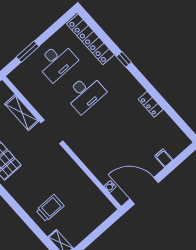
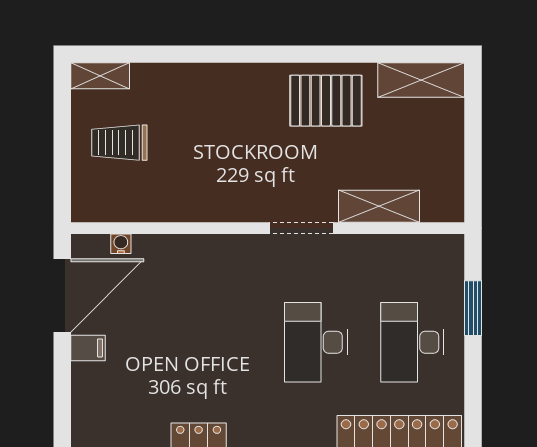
filing cabinet: (164, 158) -> (88, 348), moved
trolley: (50, 208) -> (119, 143), moved, turned 90

